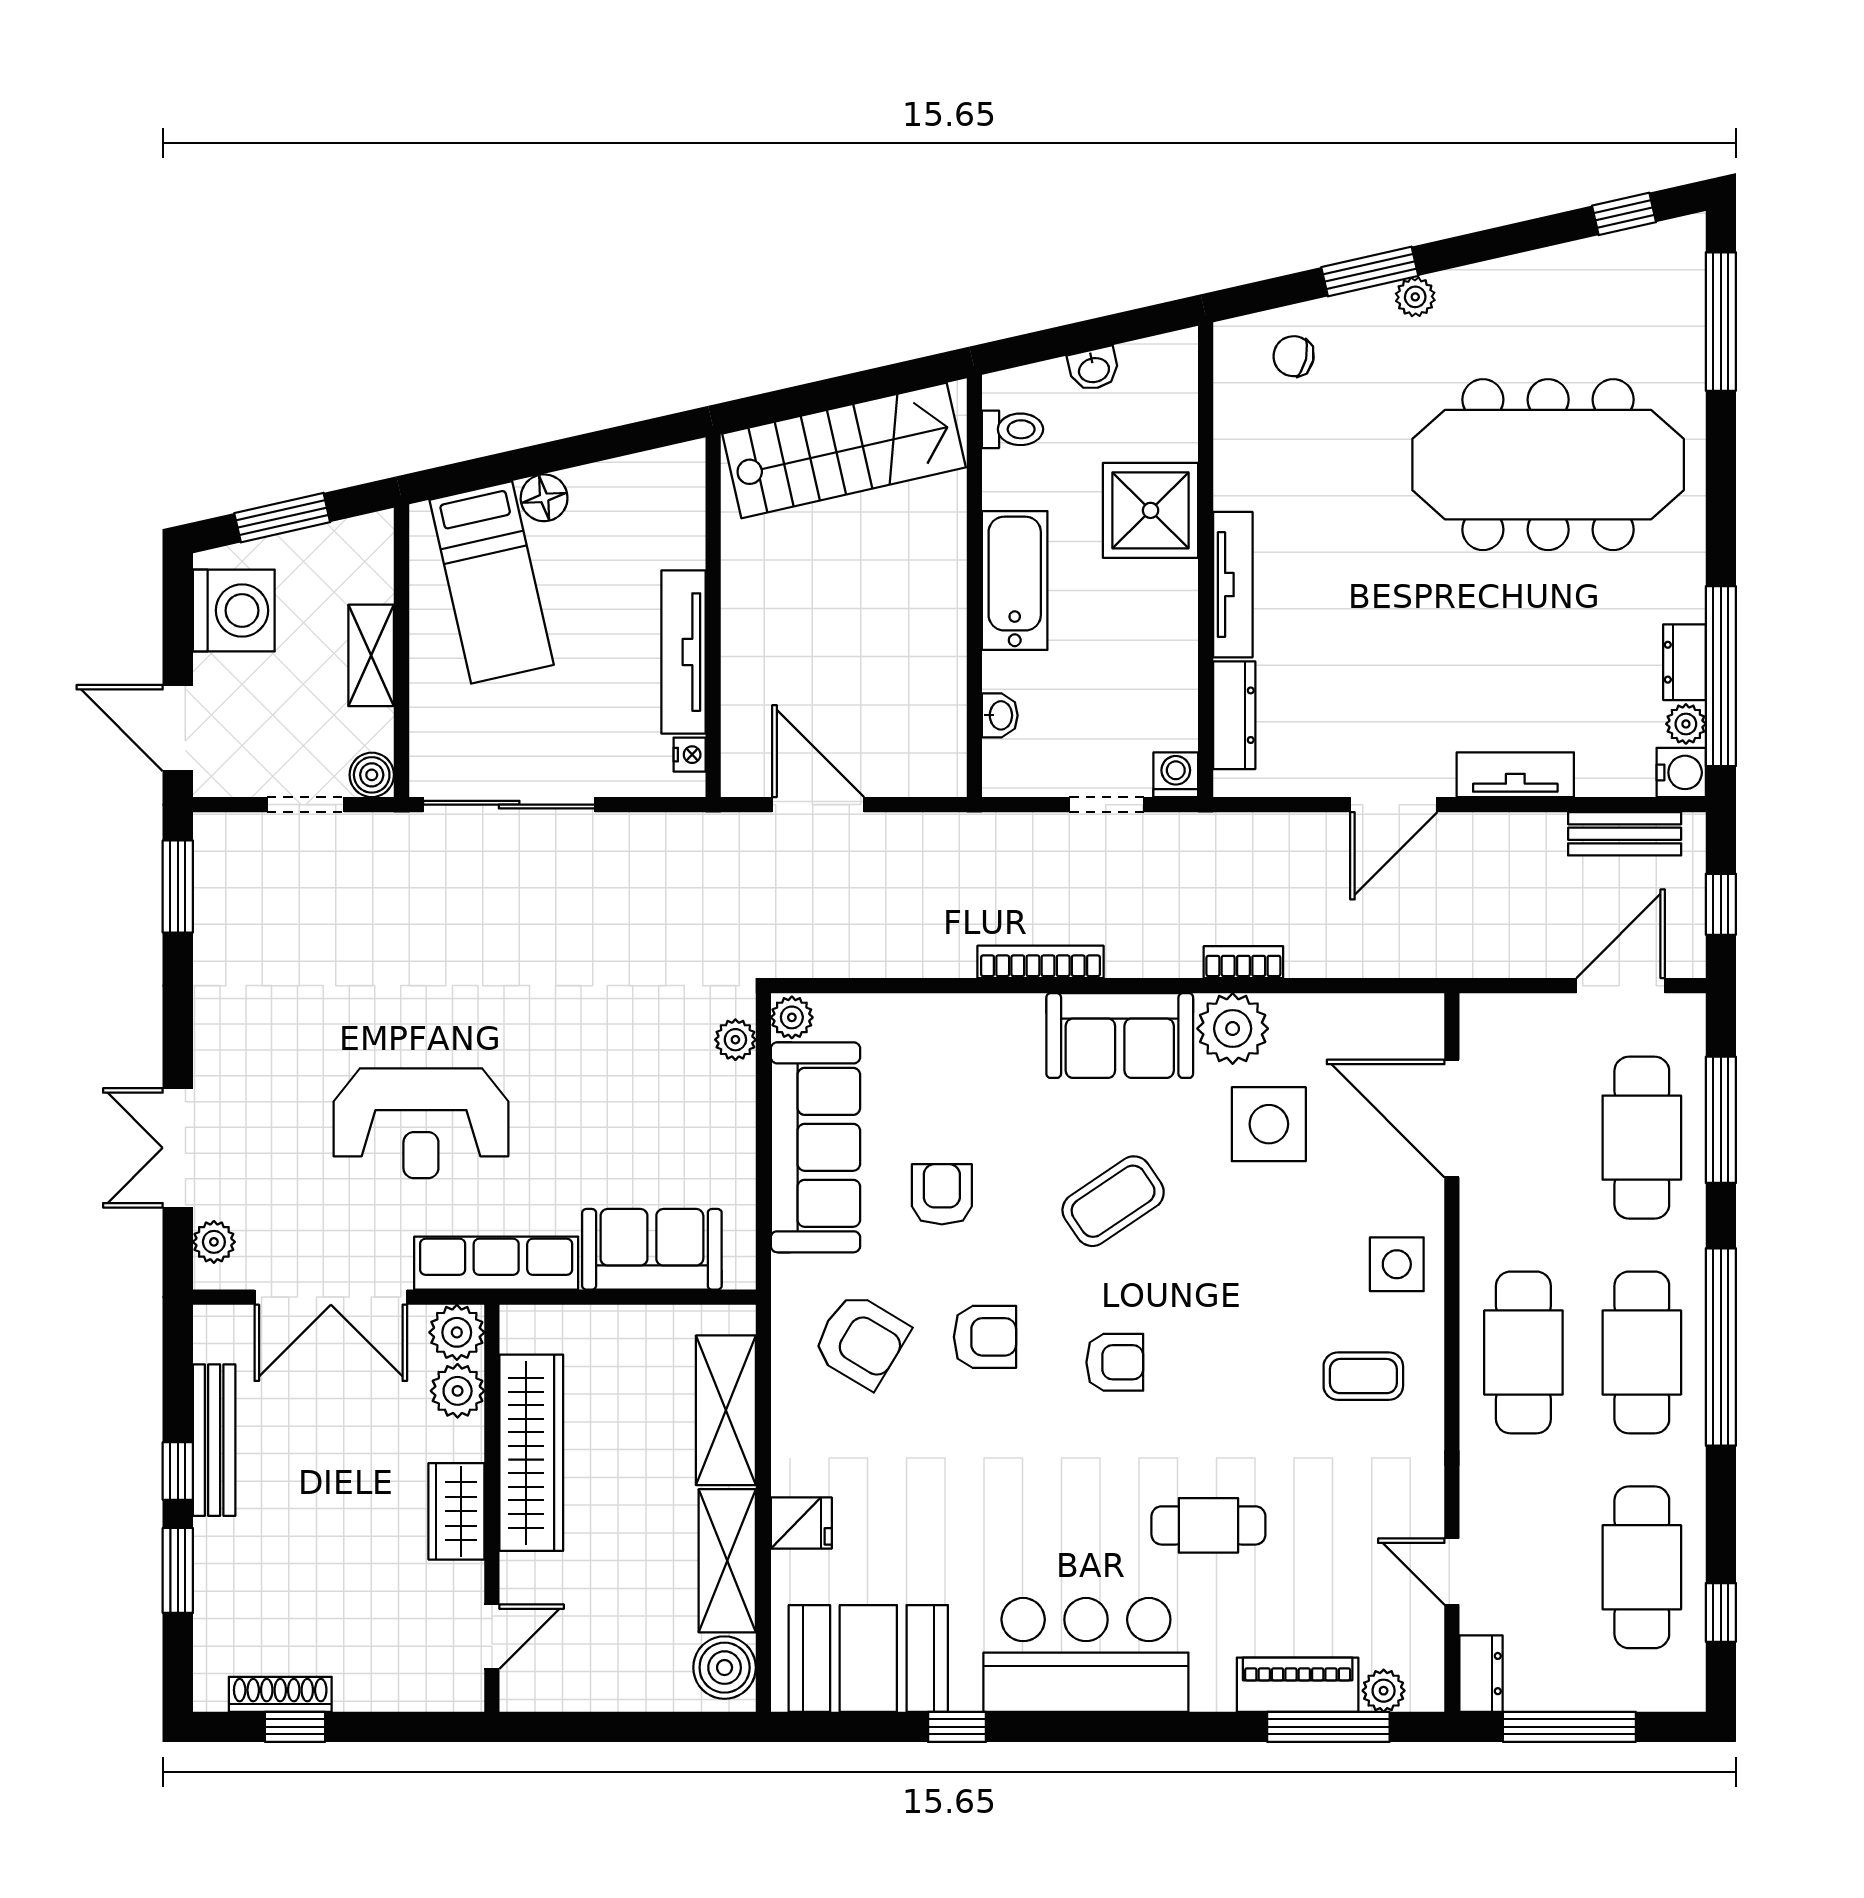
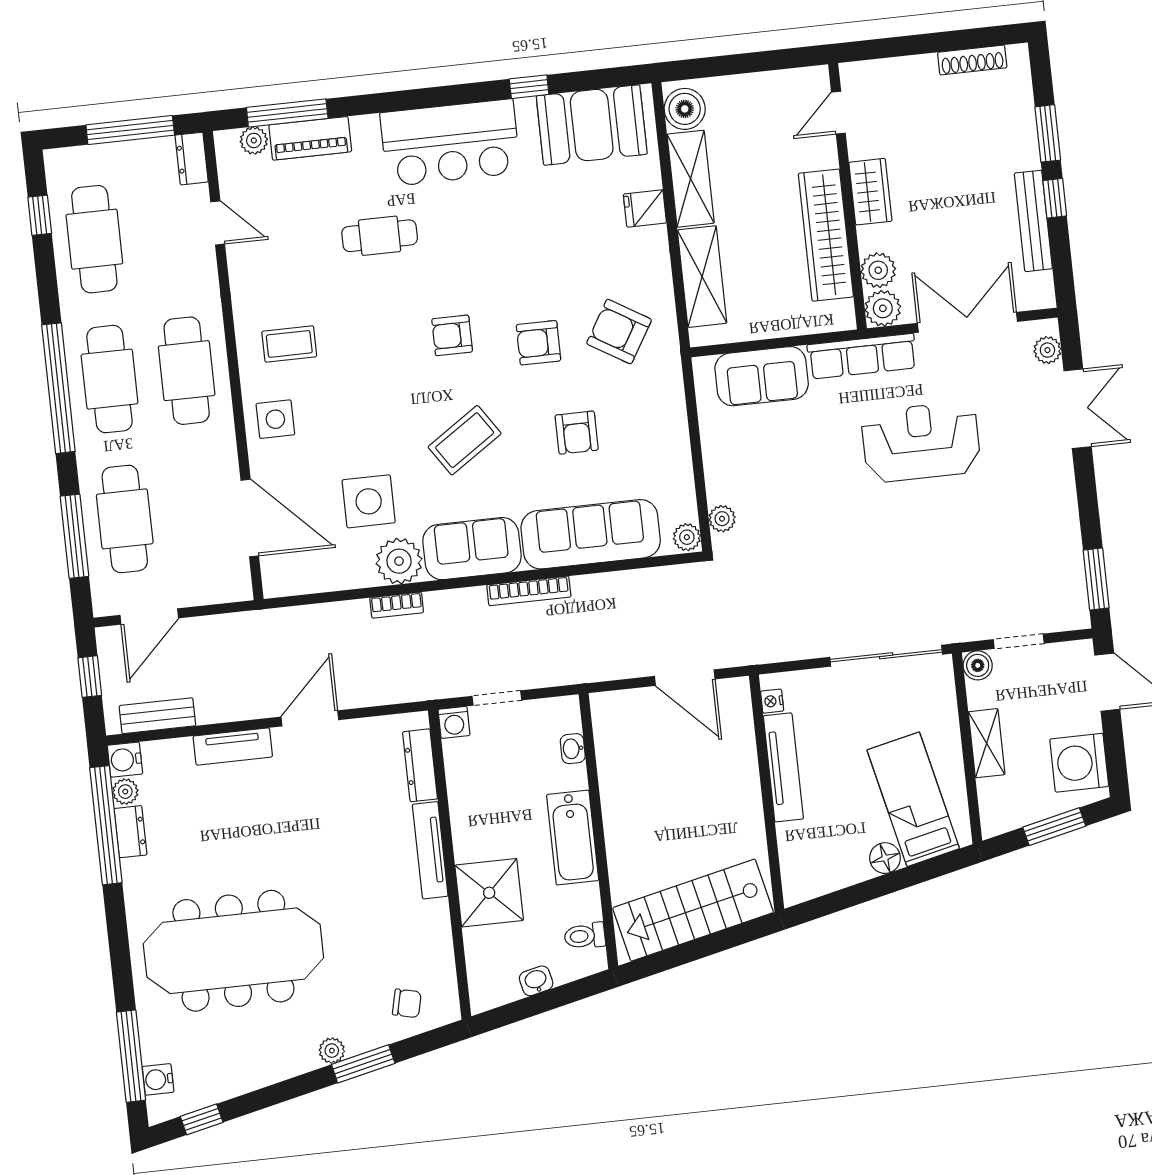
water cooler: (1684, 282) -> (158, 1079), added
sofa: (815, 1147) -> (591, 534), moved, turned 90
window: (295, 1727) -> (960, 40), removed

